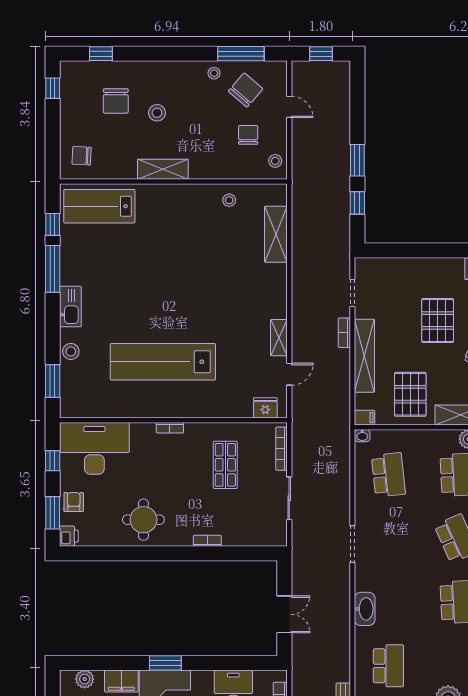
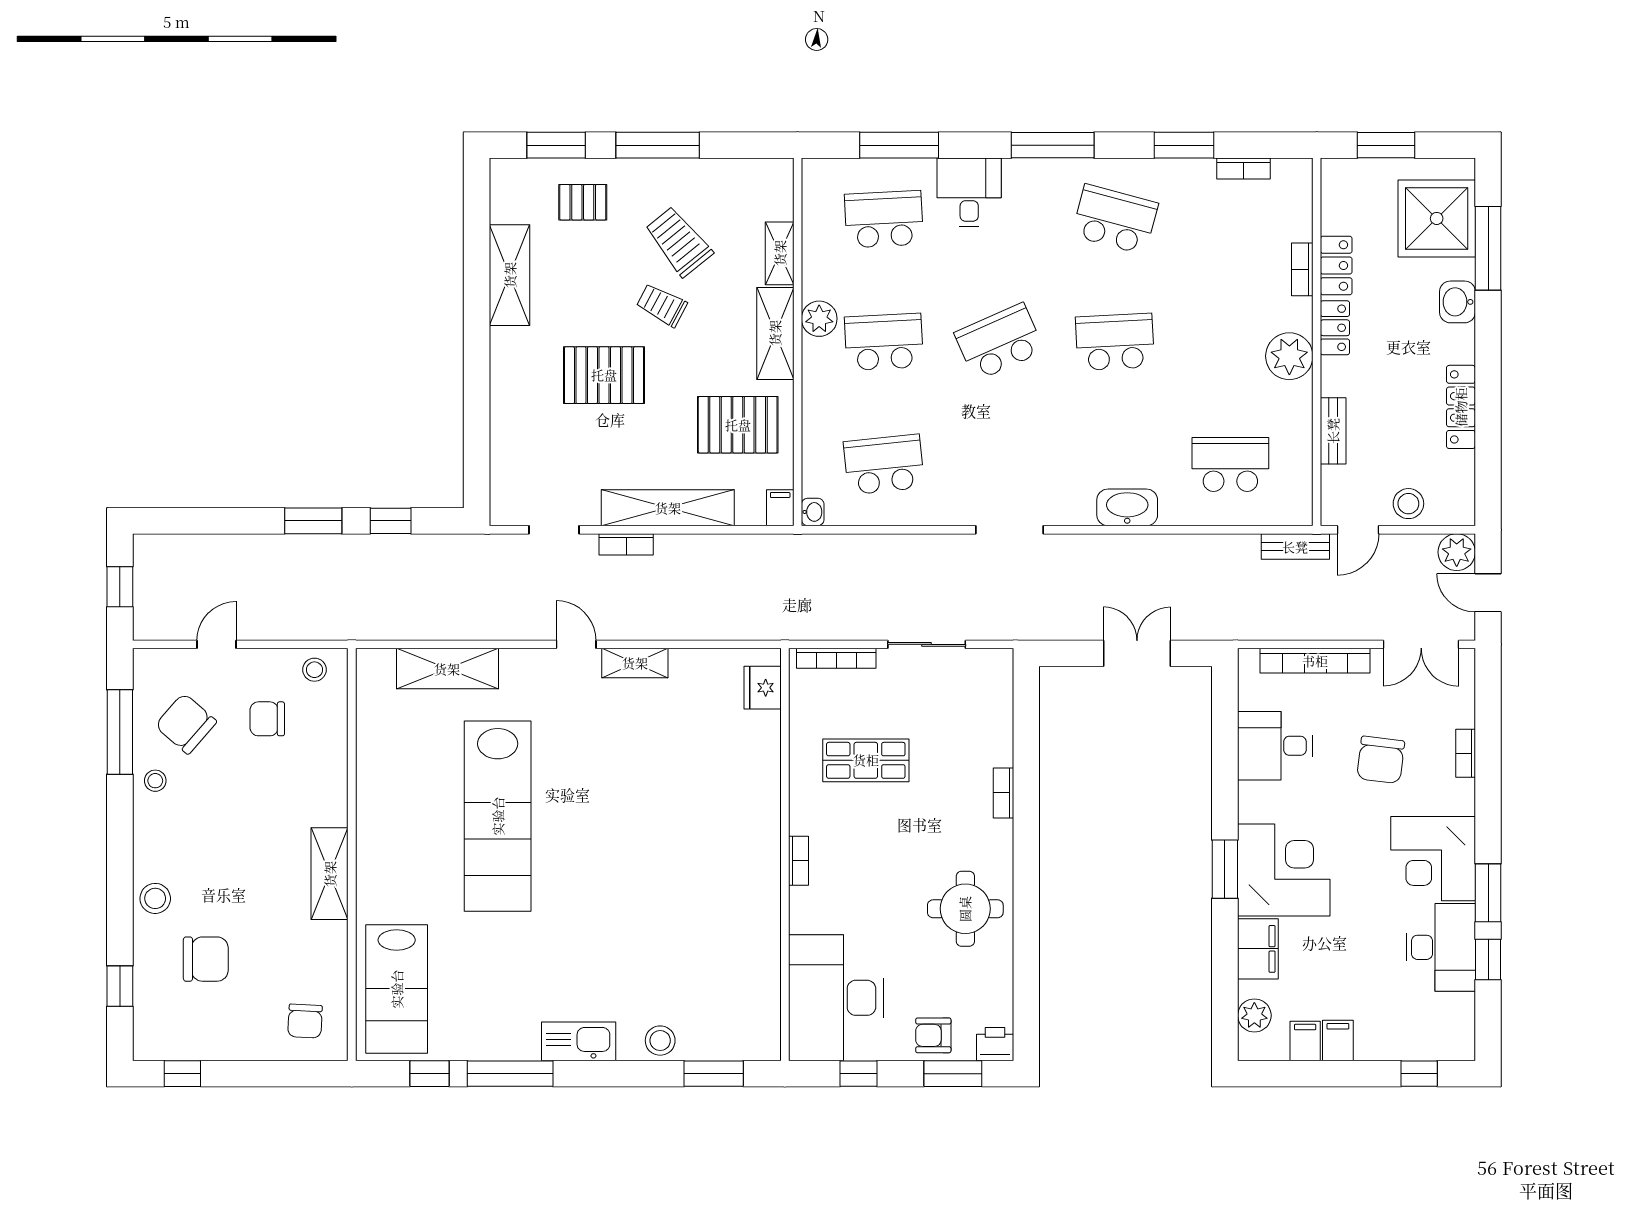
stool: (157, 113) -> (155, 898), moved
stool: (229, 200) -> (386, 753), removed
lab bench: (163, 362) -> (498, 816), moved
door: (289, 374) -> (576, 644), moved

